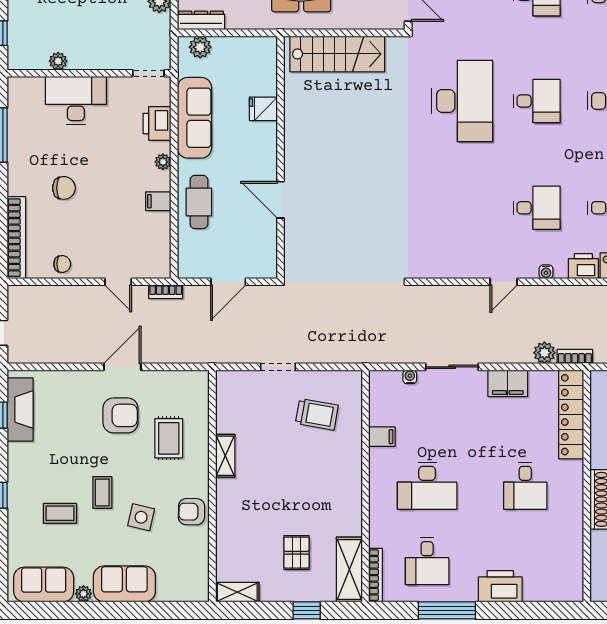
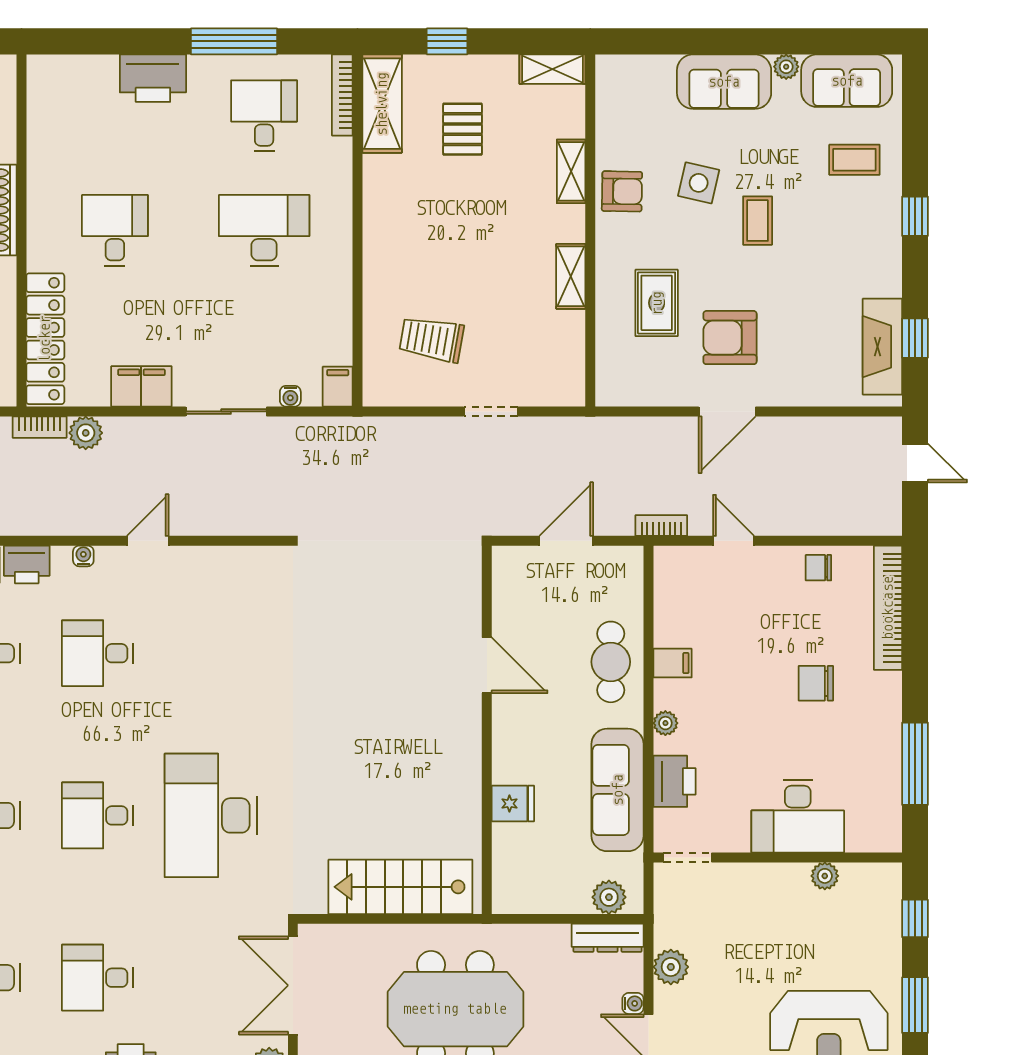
filing cabinet: (382, 437) -> (338, 387), moved, turned 90
coffee table: (60, 513) -> (854, 160), moved
shelving: (225, 525) -> (571, 171), added

